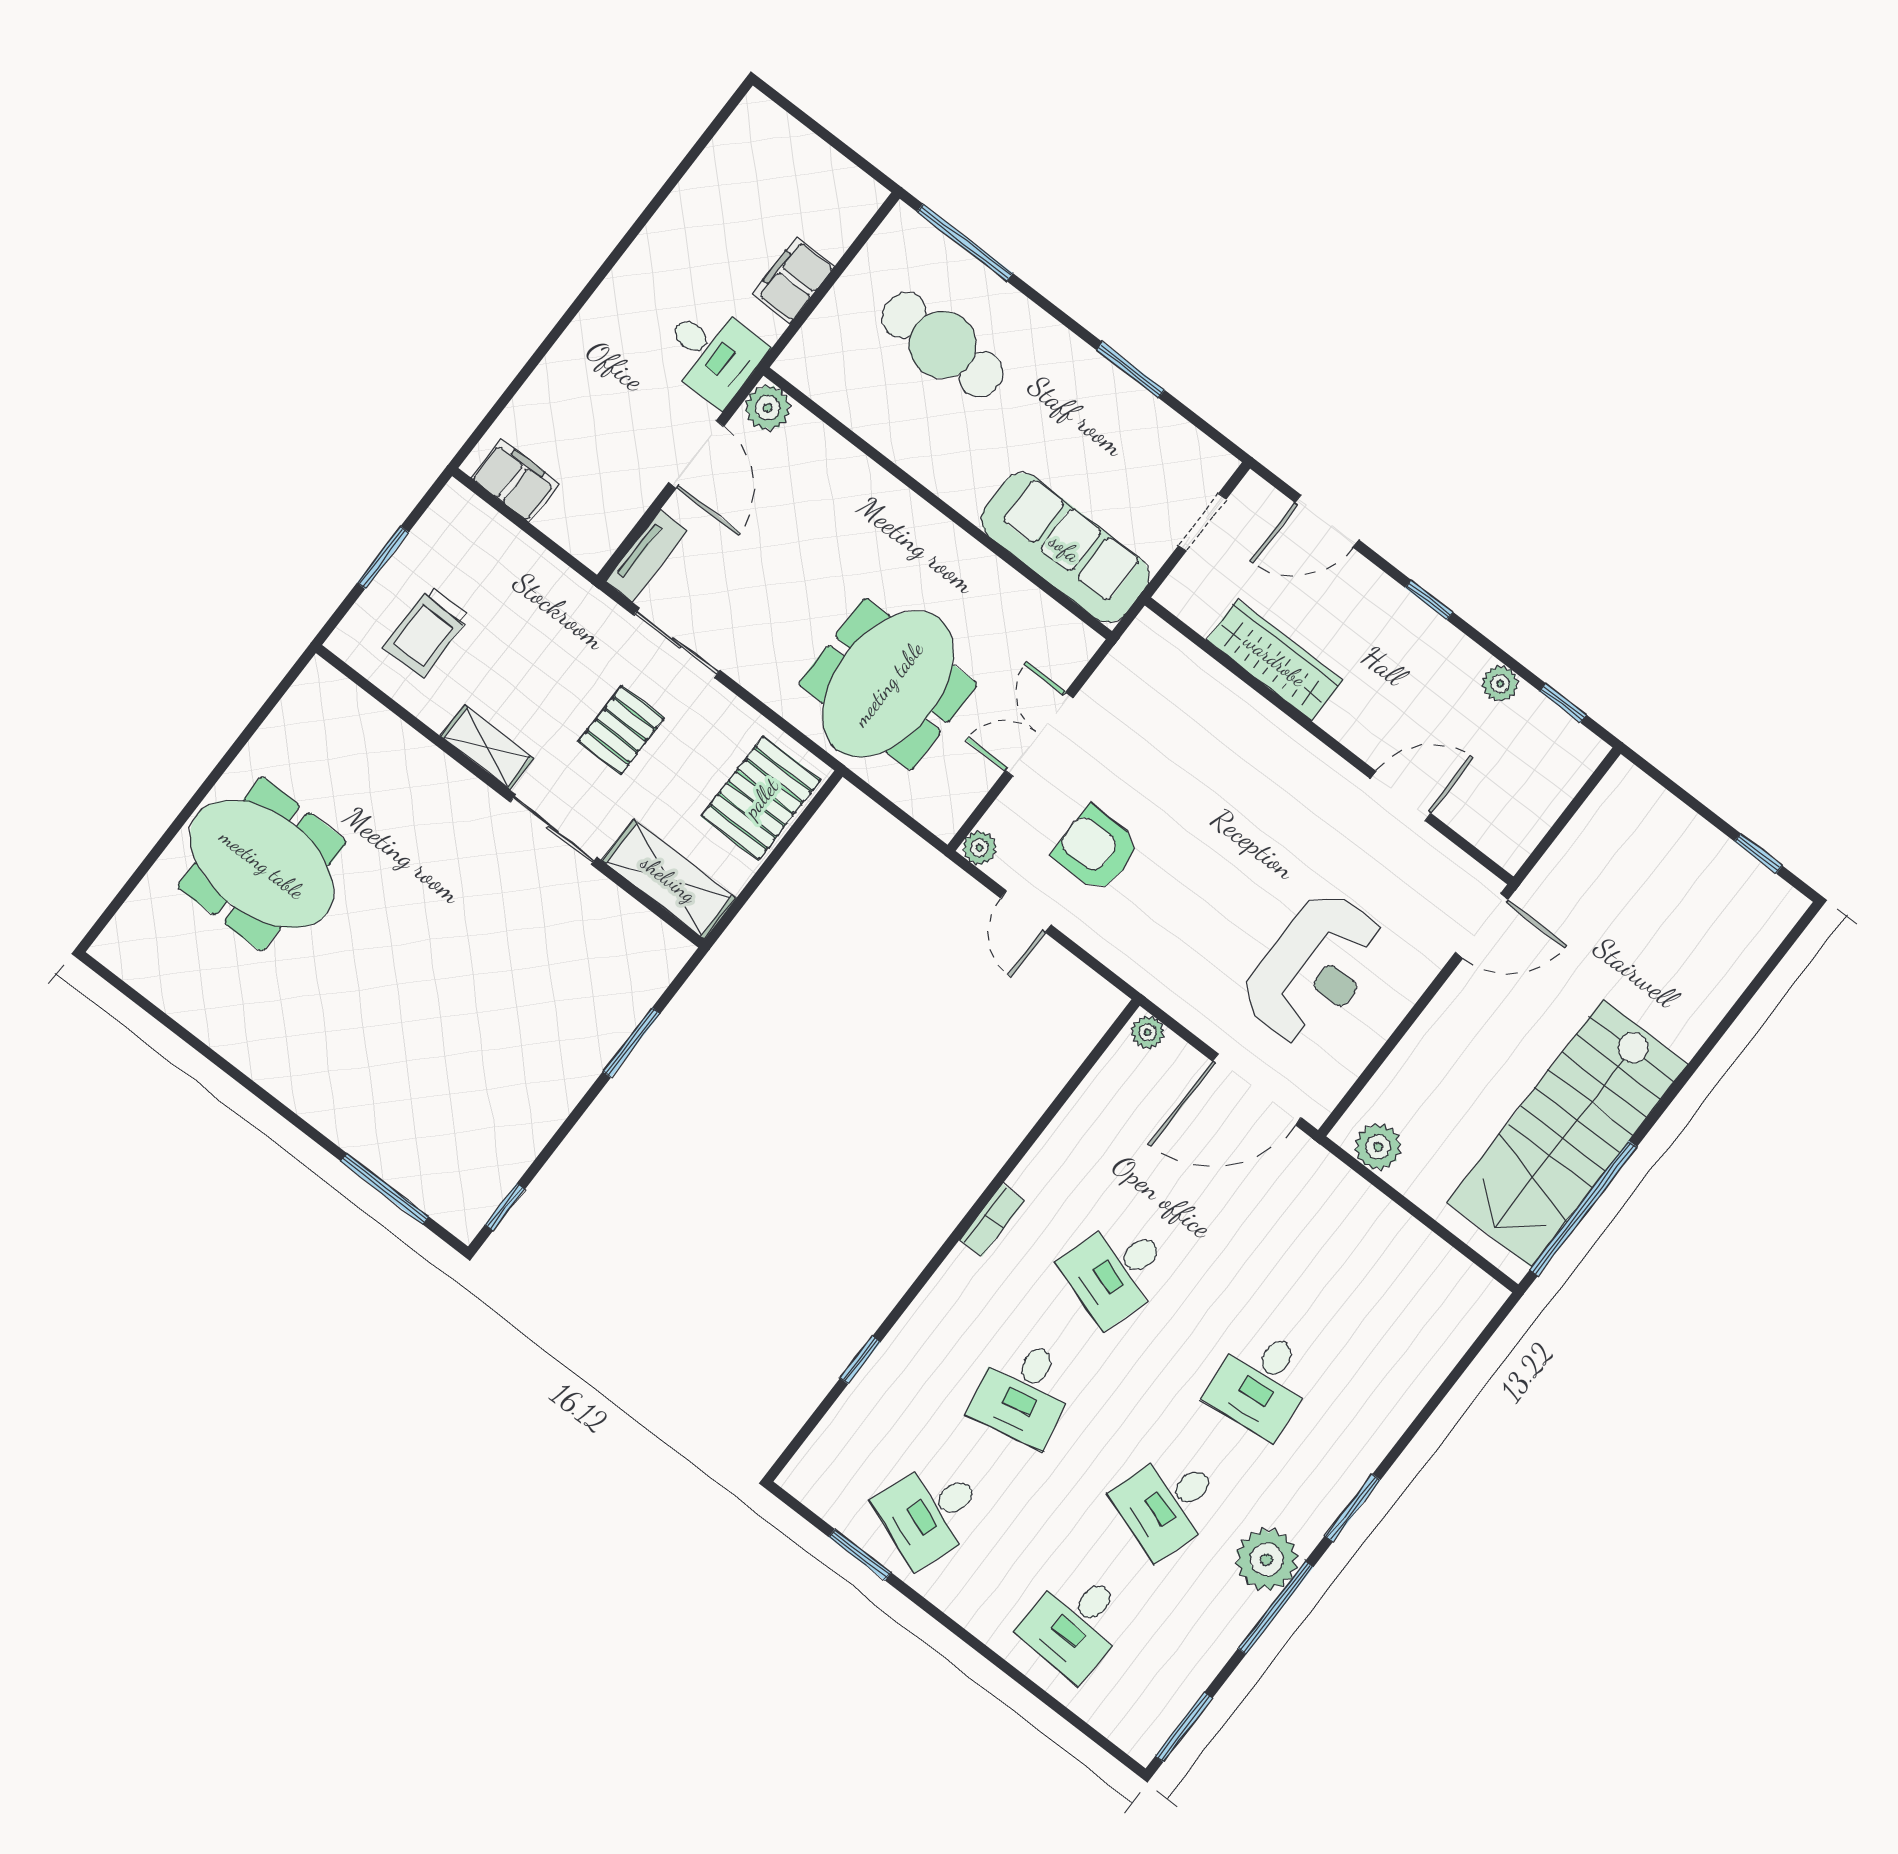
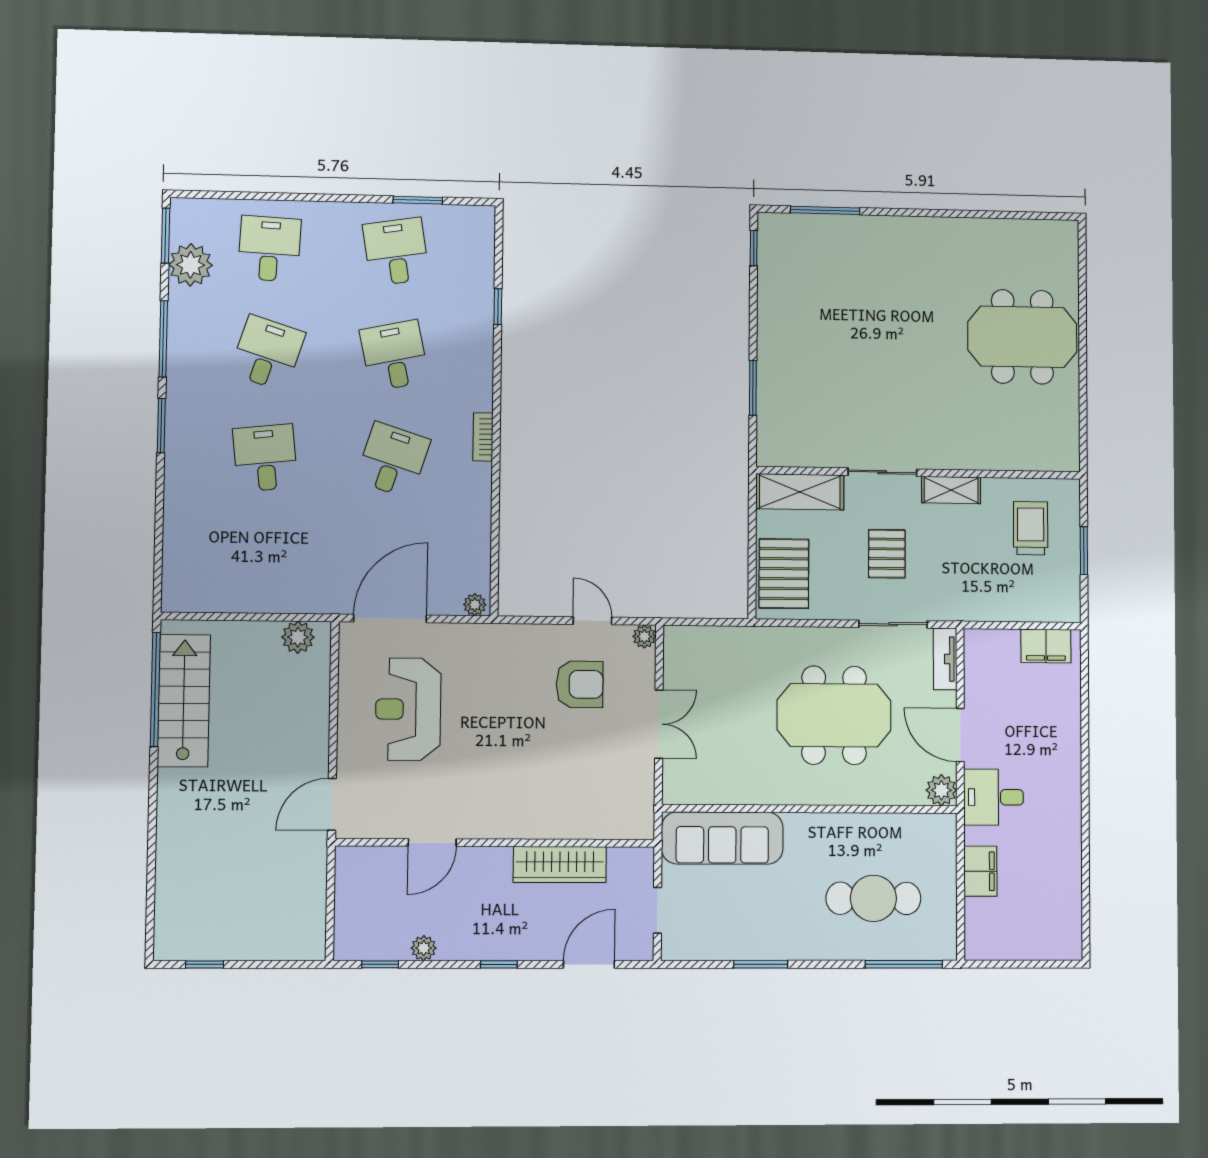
meeting table: (888, 684) -> (834, 715), moved, turned 90
stairs: (1567, 1133) -> (184, 701), width x0.73, depth x0.66
desk: (931, 1512) -> (396, 252), turned -30
plant: (1267, 1560) -> (191, 265), moved

